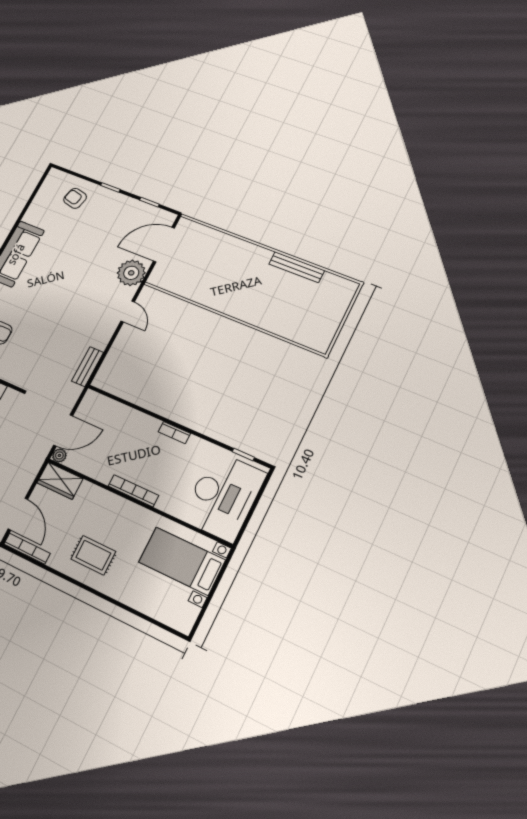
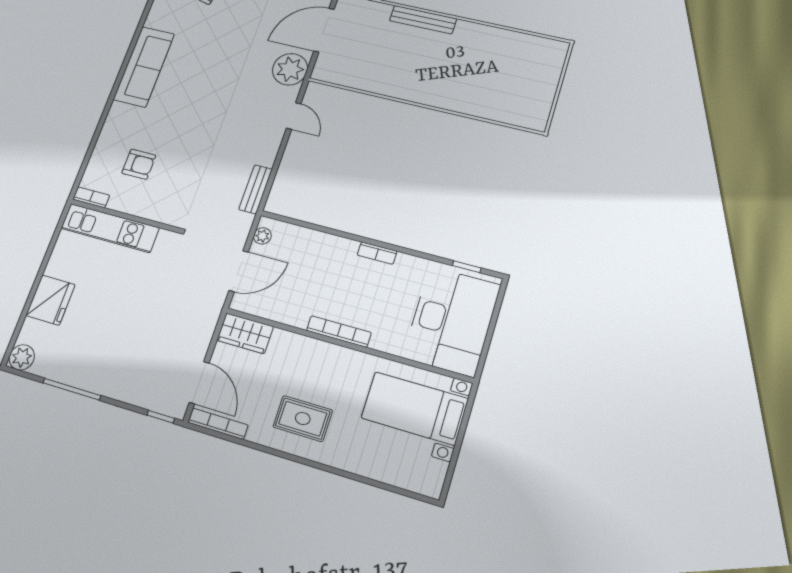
bench: (297, 267) -> (423, 20), moved
plant: (59, 455) -> (262, 236), moved

